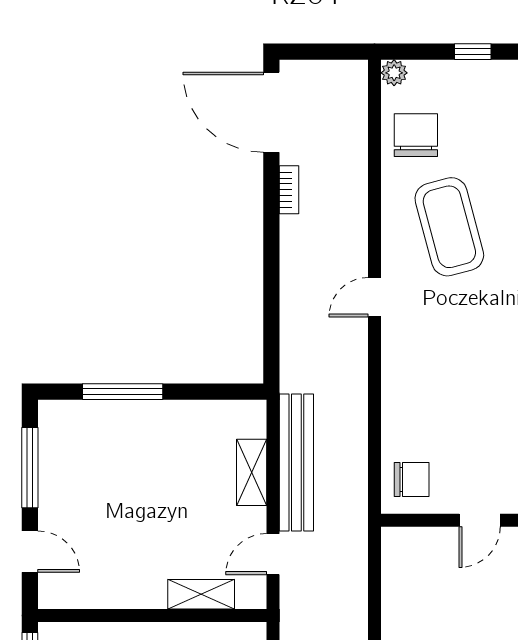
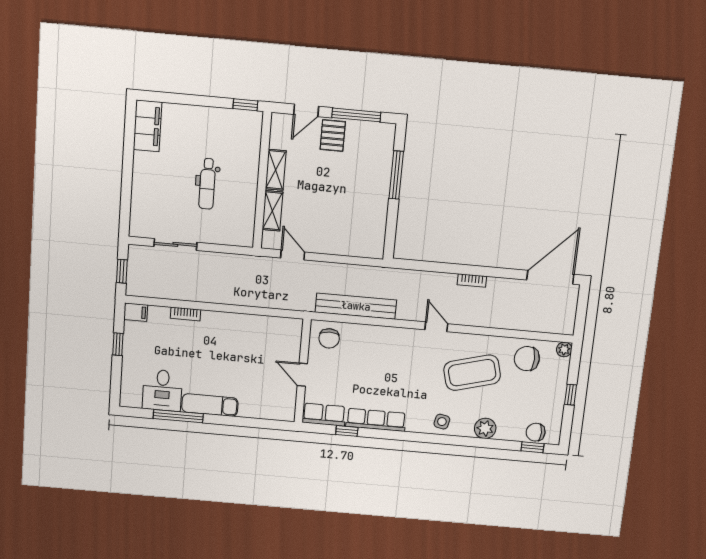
chair: (416, 135) -> (527, 359), turned 180
bookcase: (289, 190) -> (472, 280), moved
bench: (296, 462) -> (356, 306), moved
shelving: (252, 472) -> (276, 170), moved, turned 90
pallet: (67, 504) -> (333, 136), added

